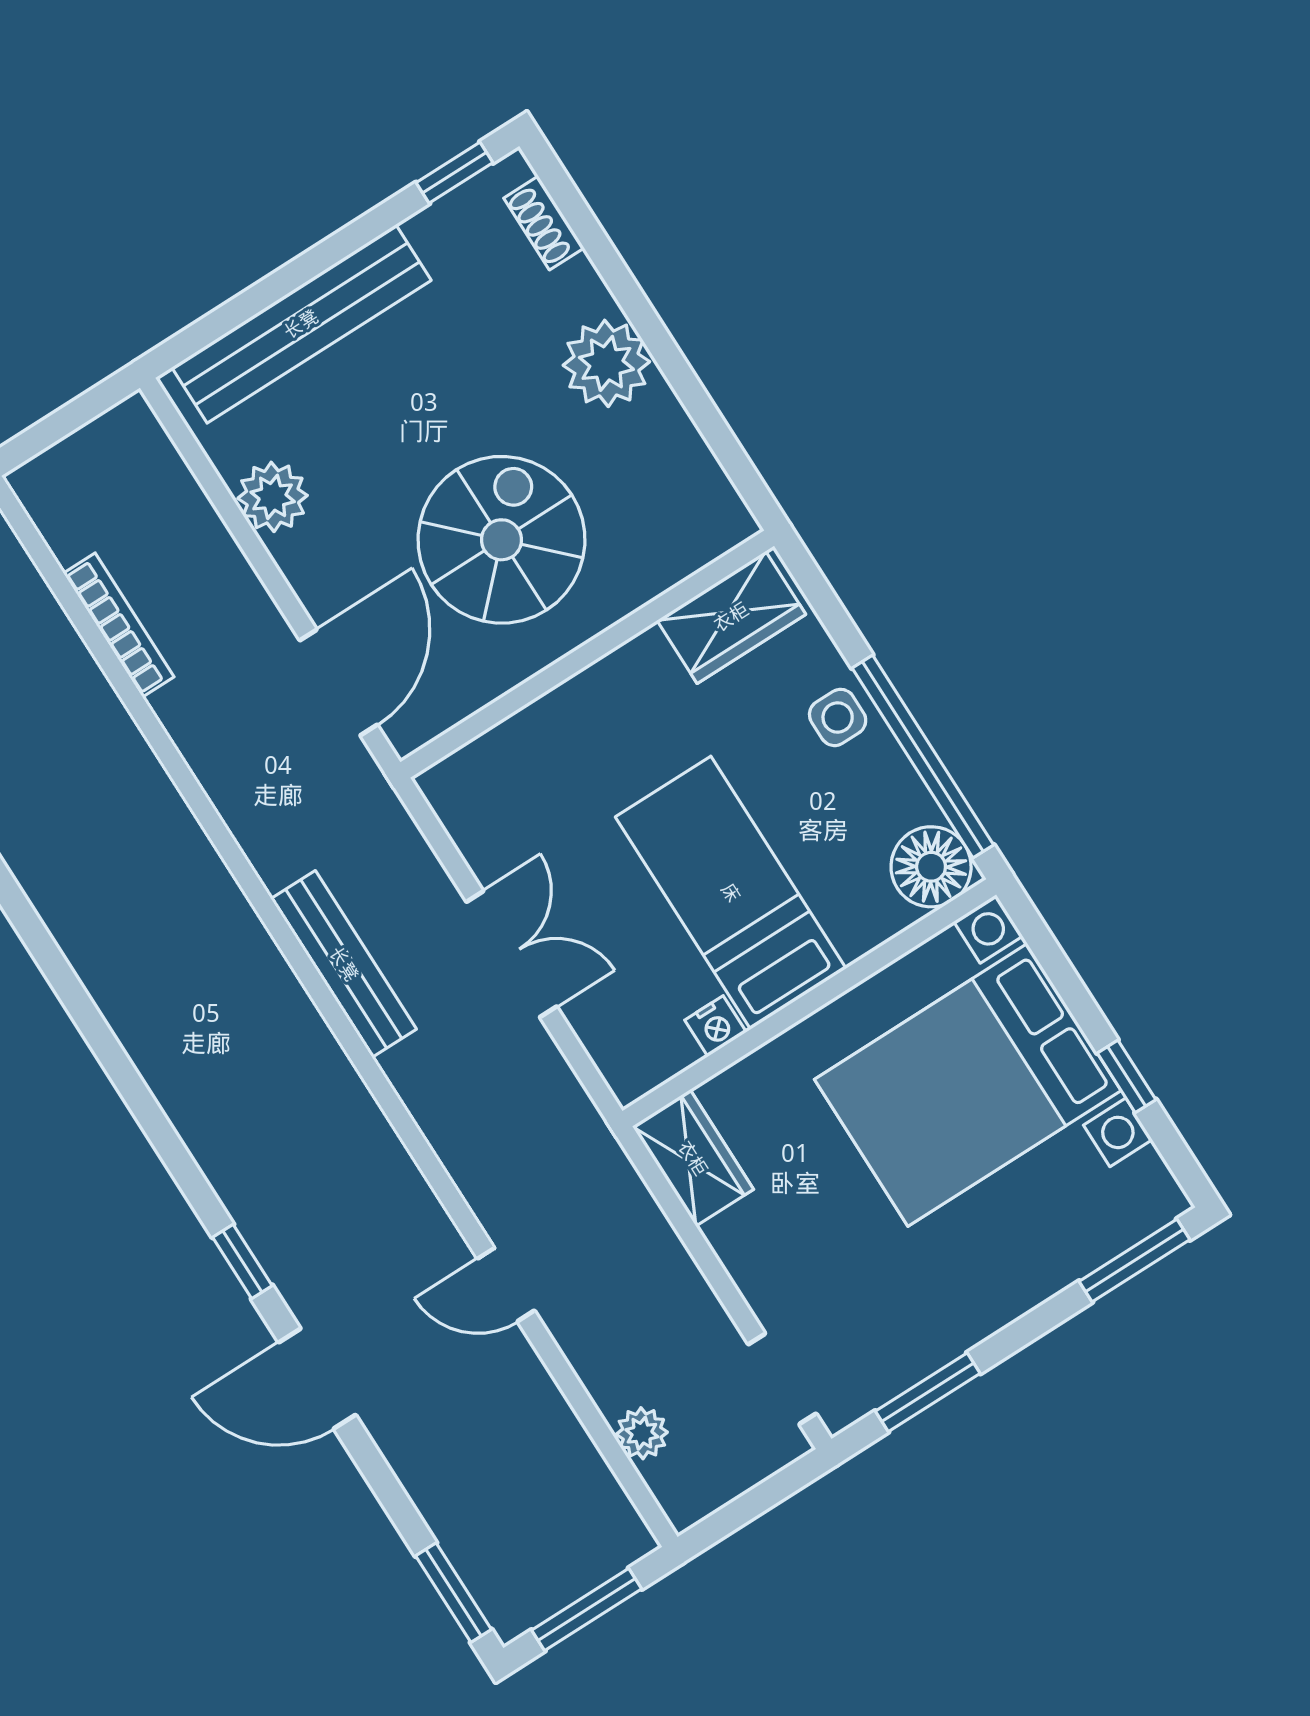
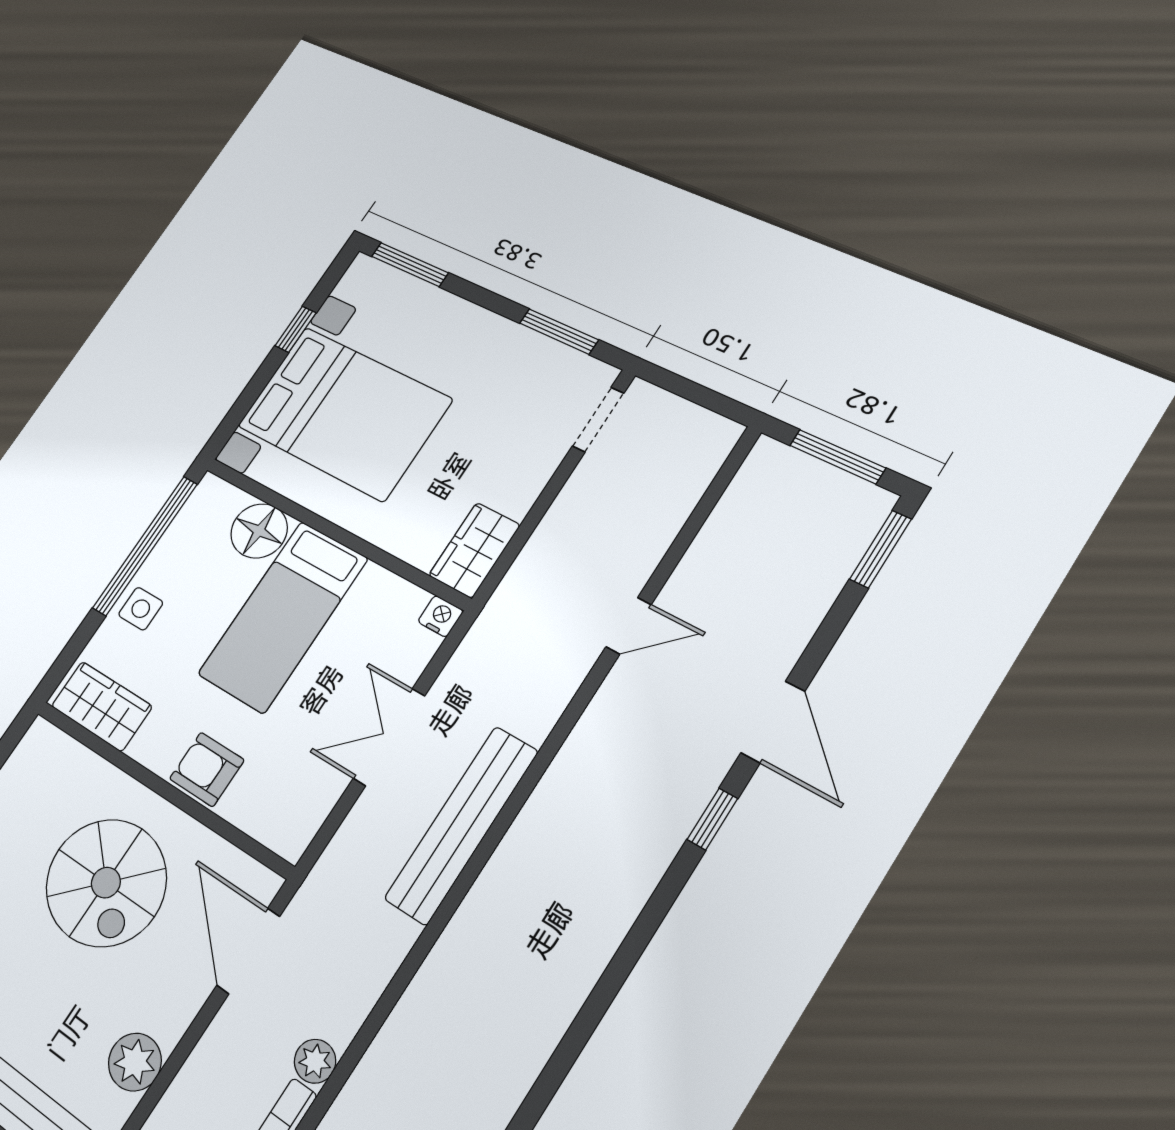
spiral stairs: (501, 540) -> (106, 883), turned -90
door: (339, 682) -> (248, 951), hinge flipped
armchair: (582, 719) -> (207, 769), added
floor lamp: (931, 867) -> (259, 531), moved
bench: (344, 964) -> (462, 825), width x1.37, depth x1.21
nightstand: (716, 1026) -> (441, 616), moved
door: (506, 1285) -> (629, 626), hinge flipped
plant: (642, 1433) -> (315, 1061), moved

